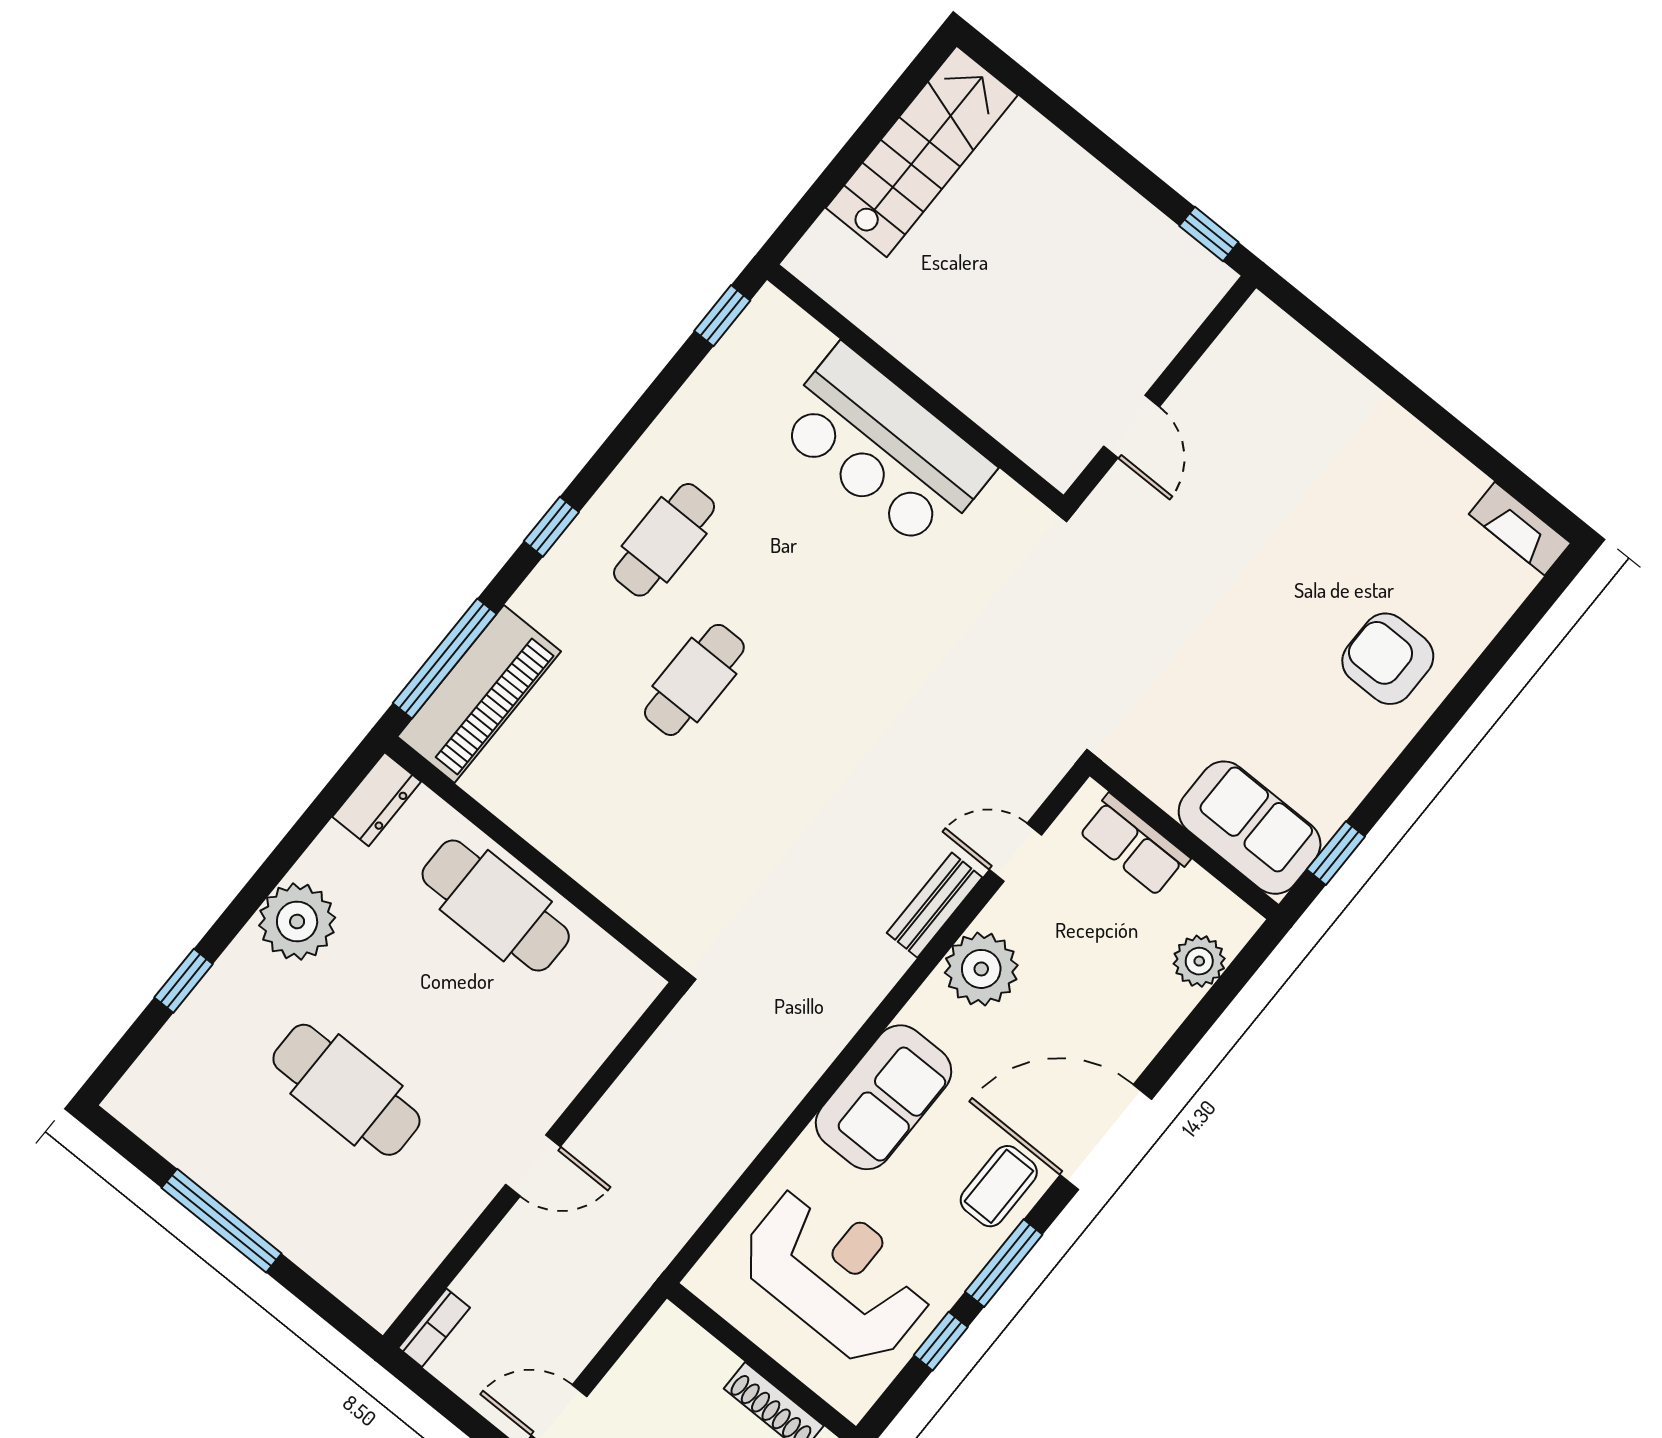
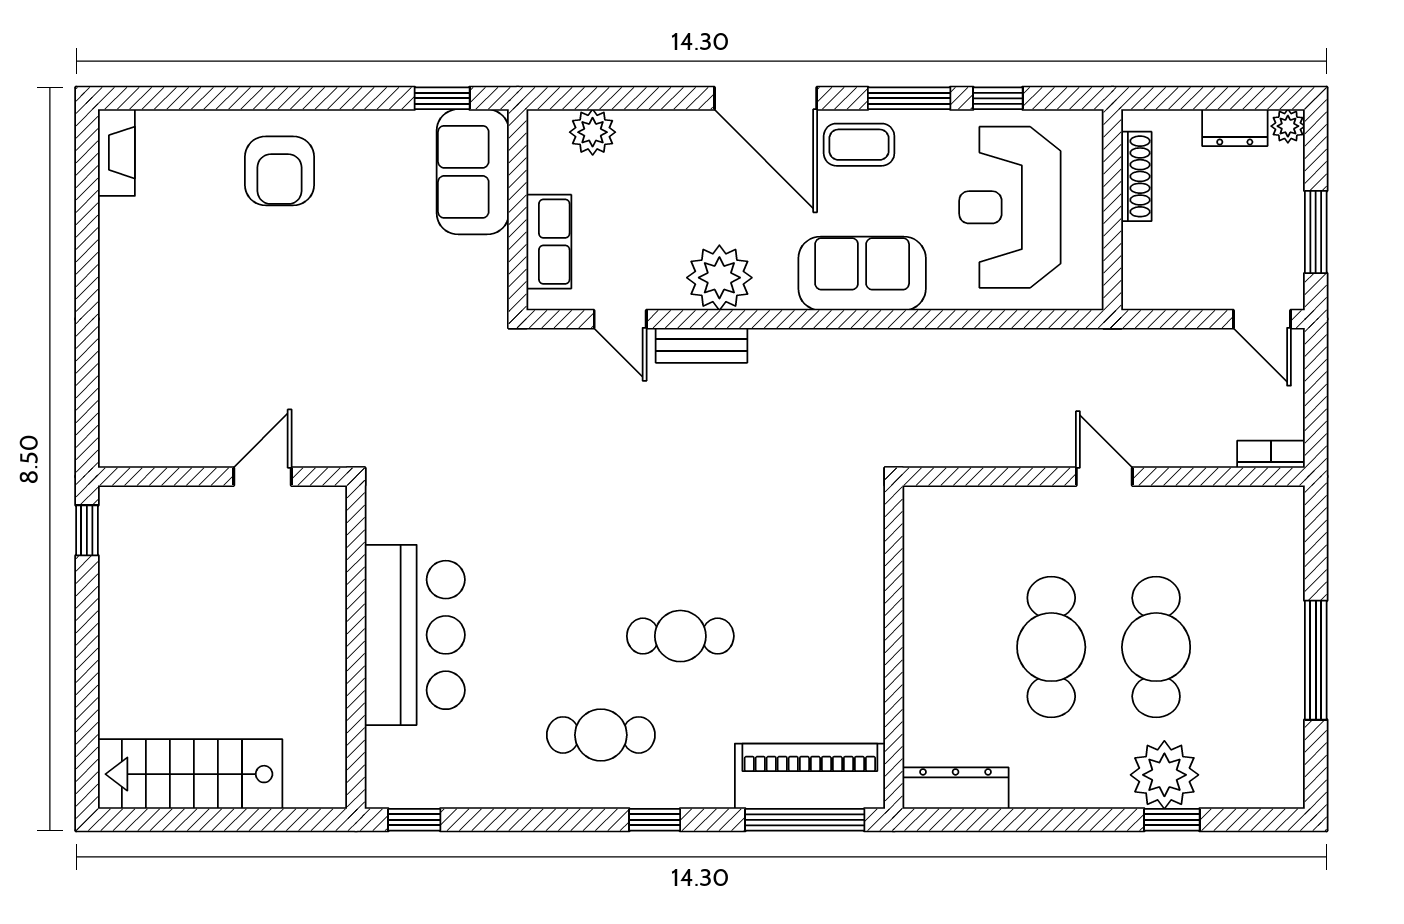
dresser: (377, 799) -> (956, 788), width x1.44
cafe table: (496, 906) -> (1051, 647), moved
plant: (297, 921) -> (1164, 775), moved

